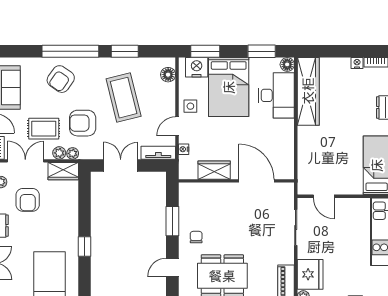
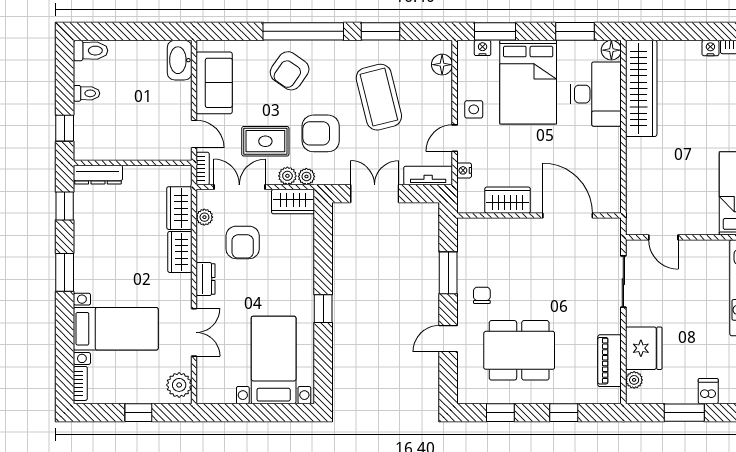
nightstand: (197, 67) -> (483, 48), width x0.53, depth x0.56

